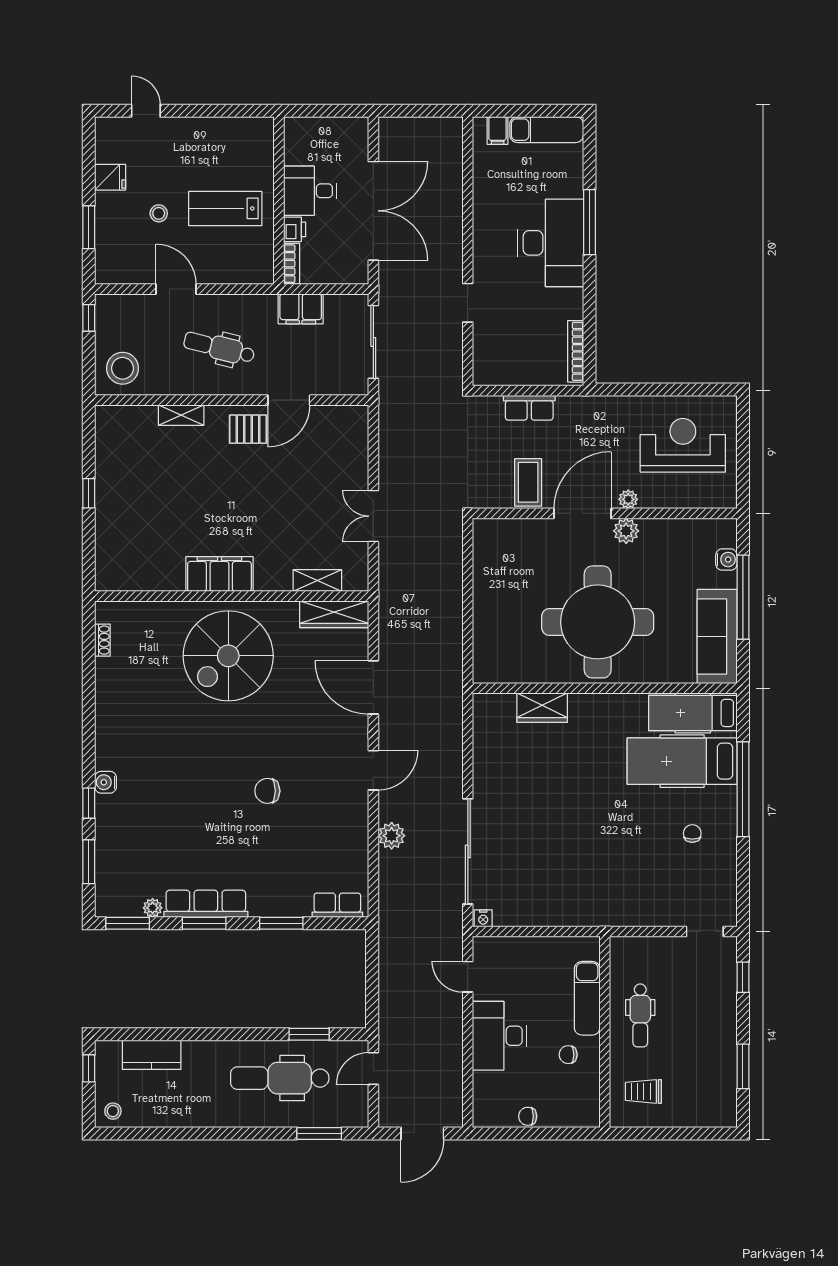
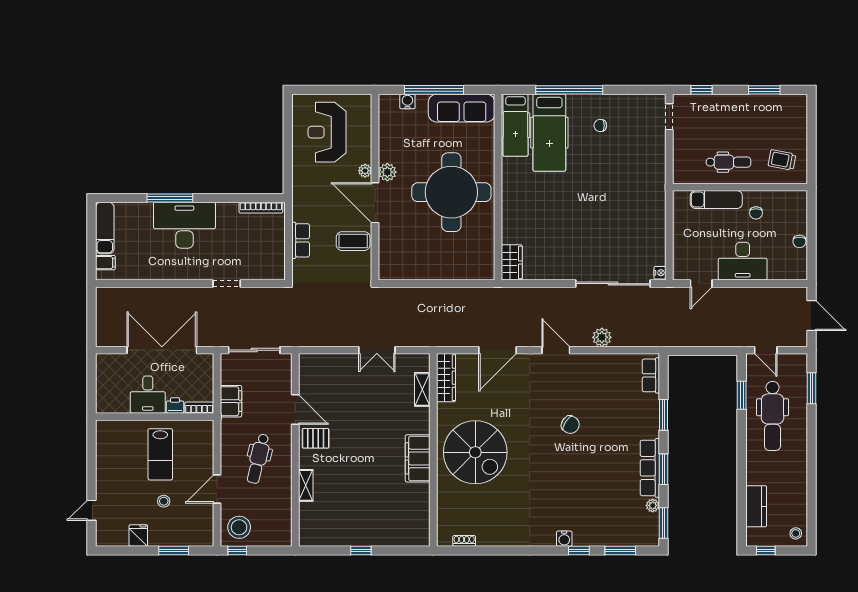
stool: (123, 368) -> (239, 527), moved
pallet: (248, 429) -> (316, 438), turned 90
wardrobe: (542, 708) -> (512, 262), moved
chair: (267, 791) -> (570, 425), turned -56
trolley: (643, 1091) -> (782, 160), turned 101

